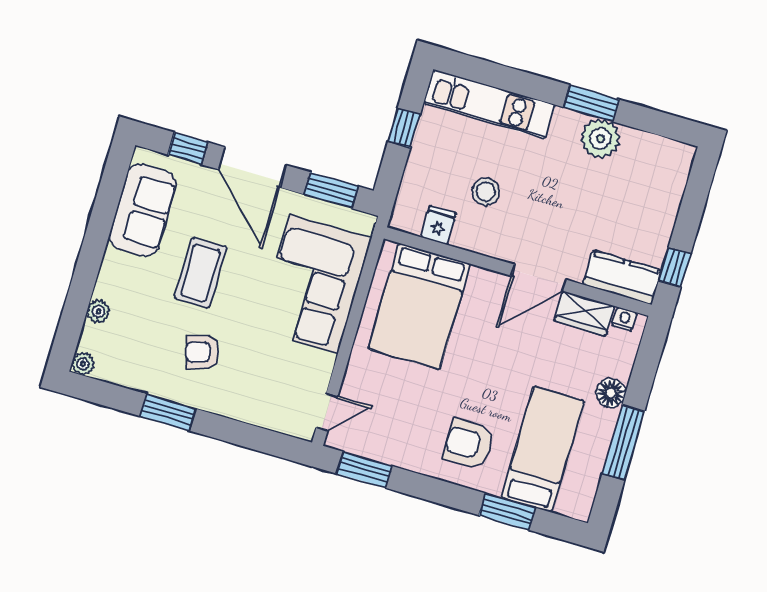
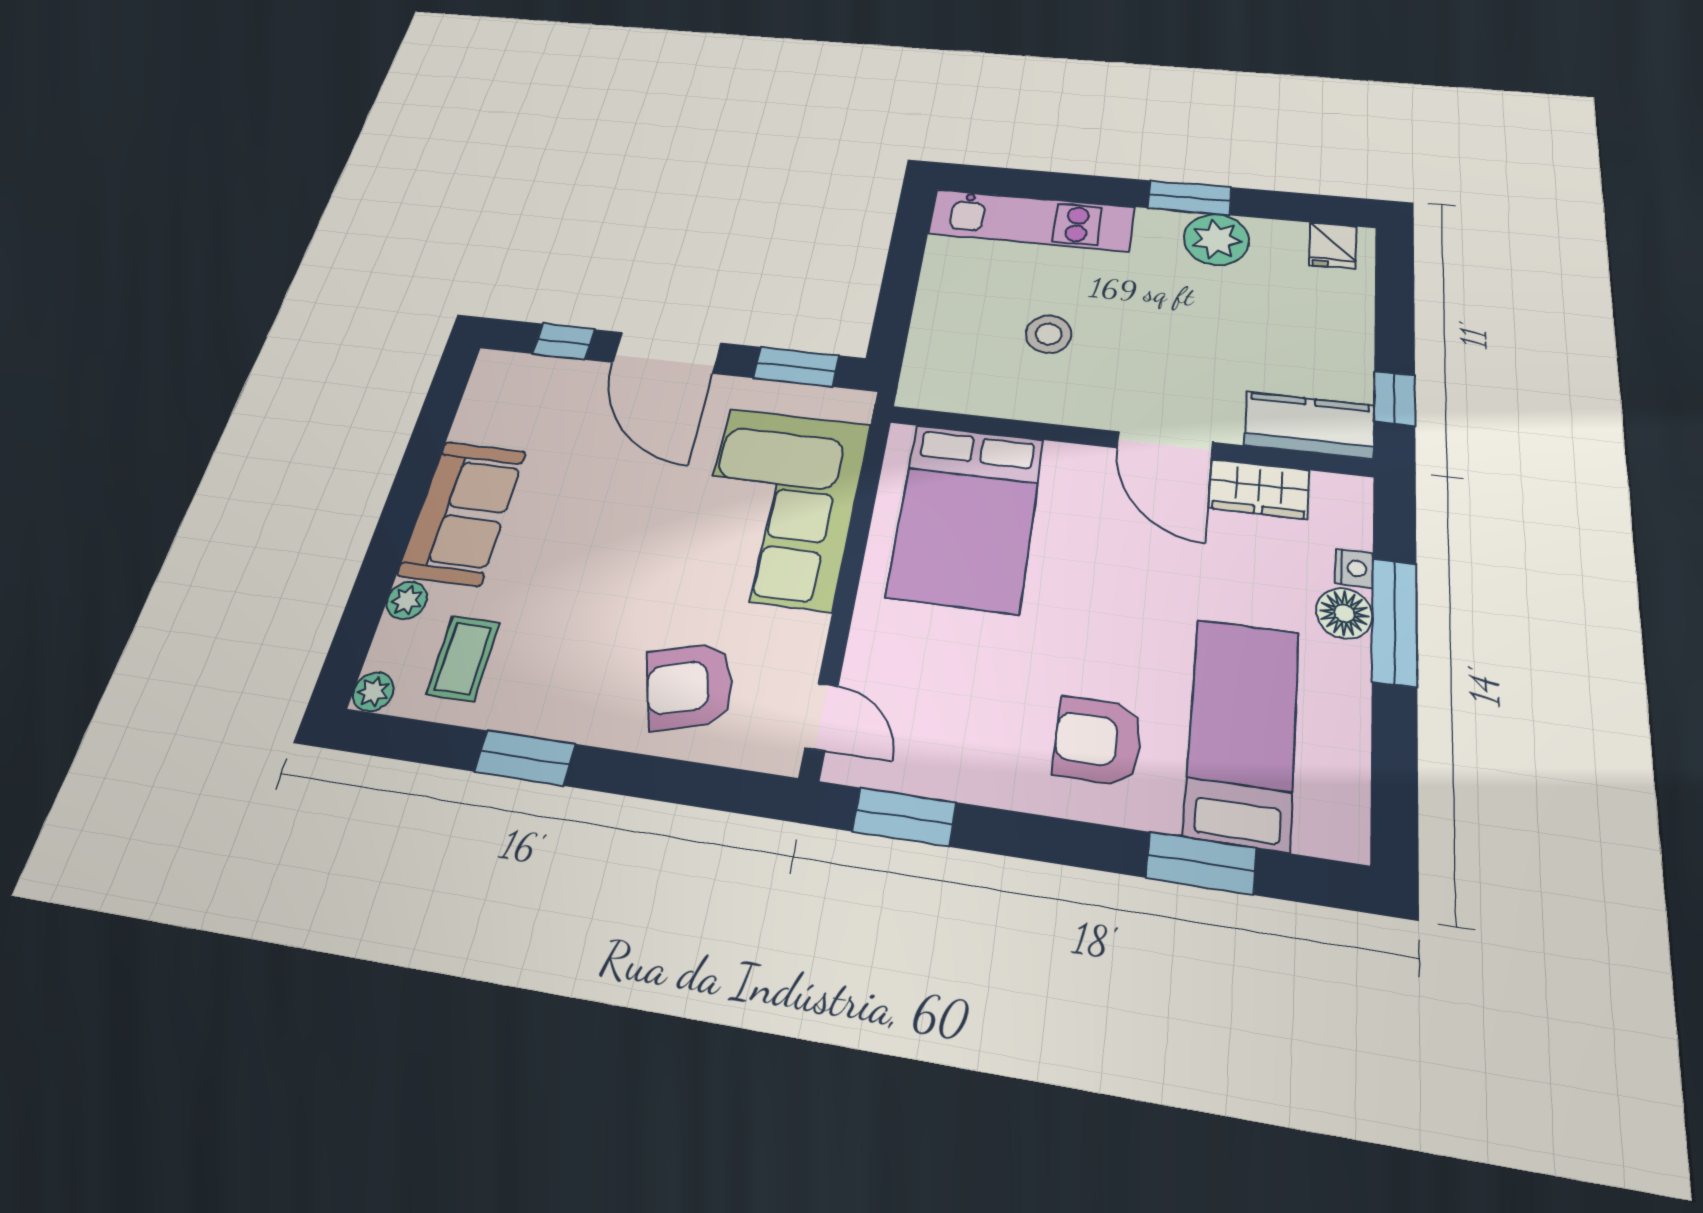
window: (404, 128) -> (903, 268), removed
sofa: (143, 210) -> (462, 512), moved
fridge: (438, 225) -> (1333, 246), moved, turned 180
coffee table: (200, 273) -> (463, 658), moved, width x0.73, depth x0.77
door: (539, 278) -> (1165, 445), hinge flipped
nightstand: (624, 319) -> (1354, 568), moved, turned 90
armchair: (203, 352) -> (689, 686), moved, width x1.38, depth x1.38
door: (327, 412) -> (821, 717), hinge flipped
window: (623, 442) -> (1394, 622), moved

